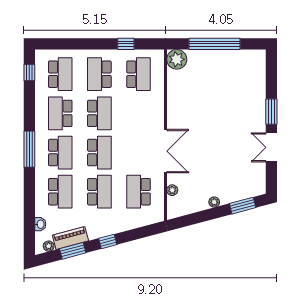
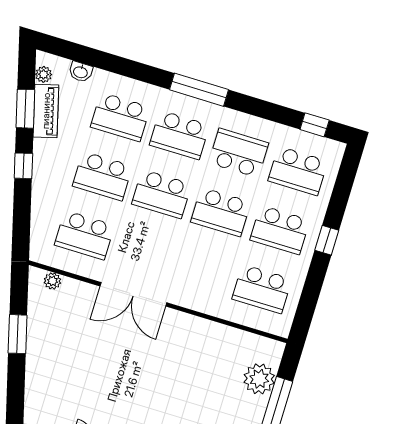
window: (126, 44) -> (327, 240), moved
plant: (177, 59) -> (259, 379), moved
school desk: (99, 74) -> (280, 230), turned 180
plant: (172, 190) -> (52, 281), moved
school desk: (138, 192) -> (85, 235), turned 180
plant: (214, 202) -> (34, 345), removed
window: (243, 206) -> (18, 334), moved

